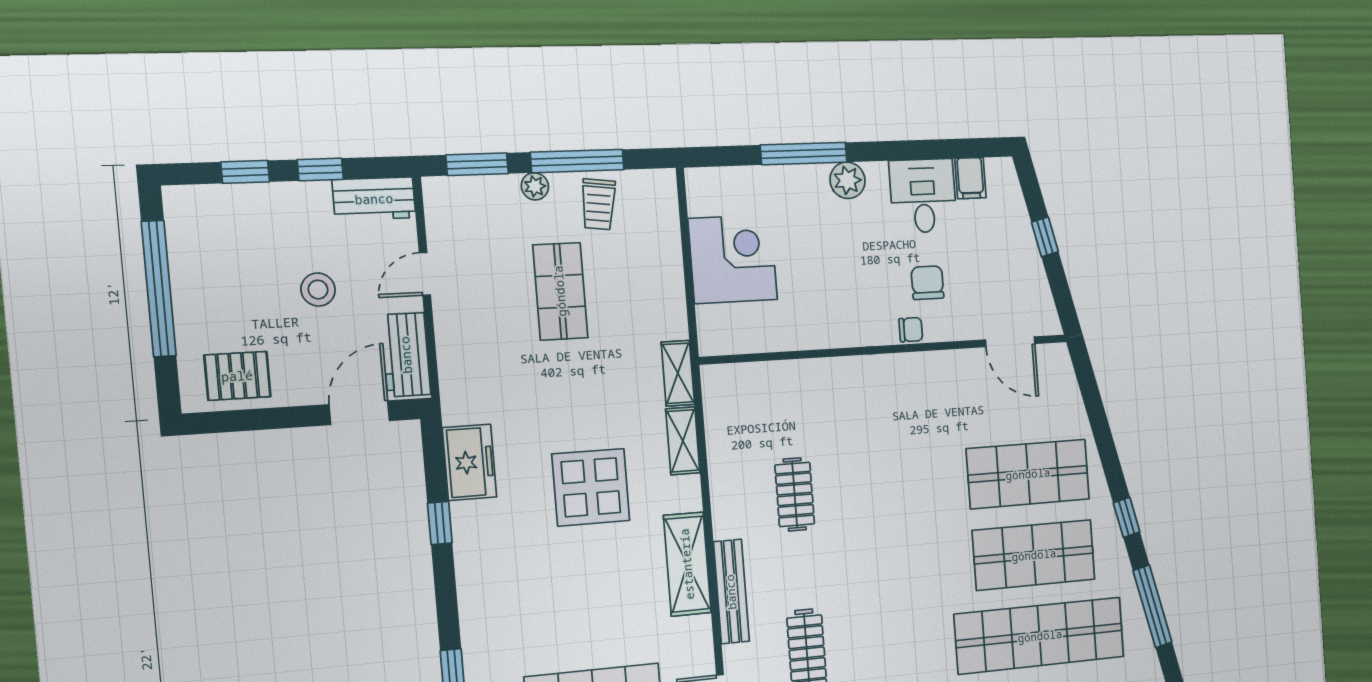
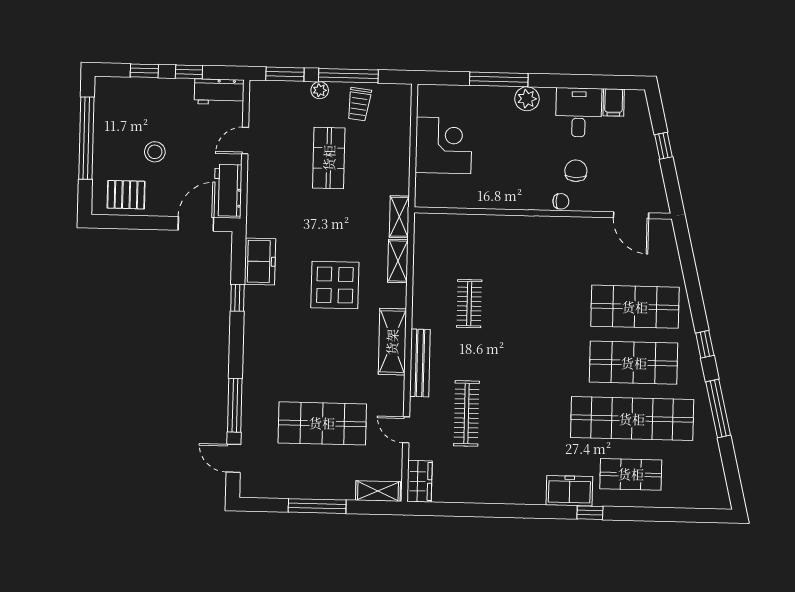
stool: (318, 290) -> (155, 152), moved

